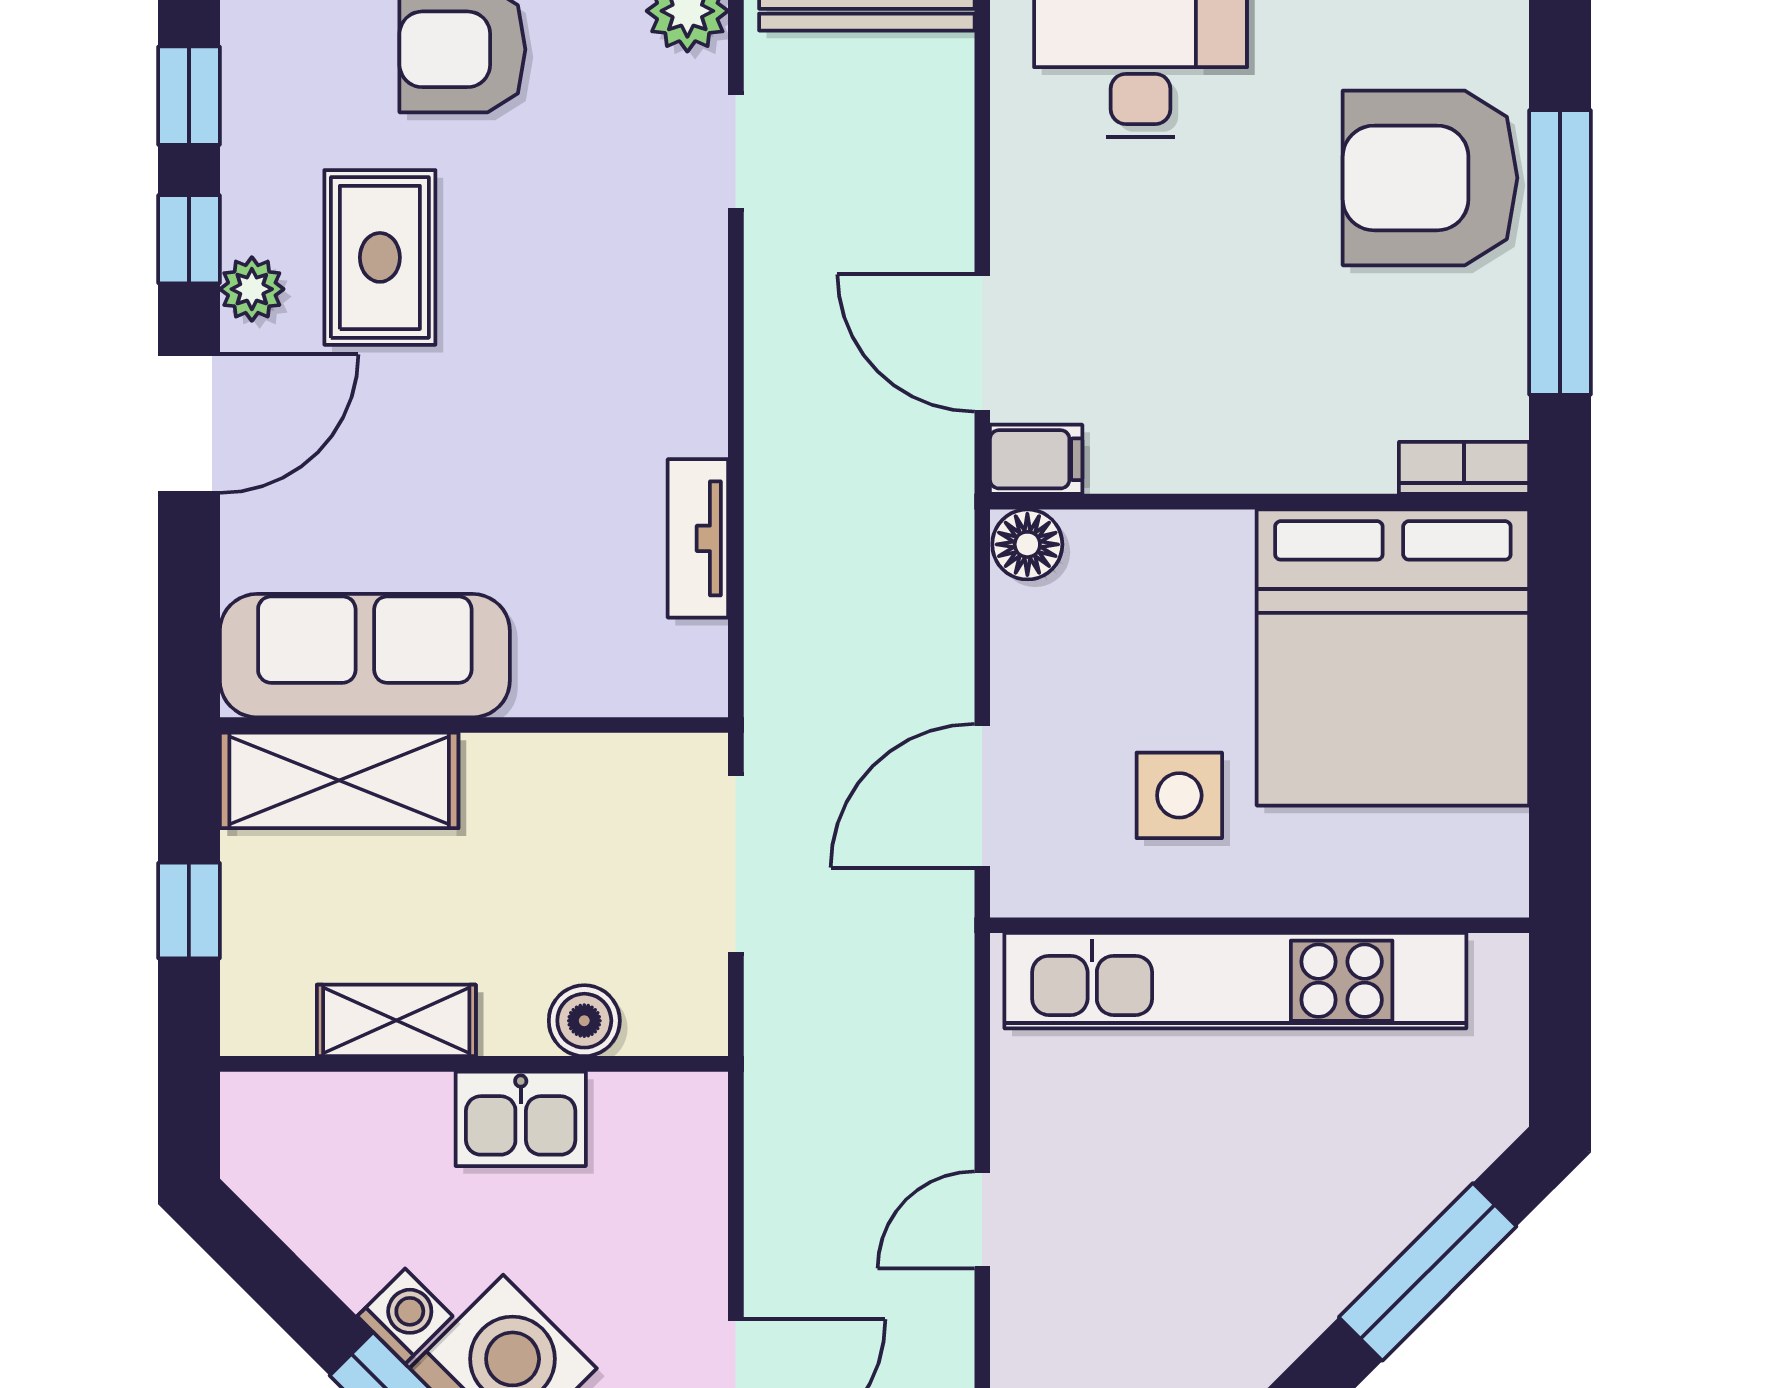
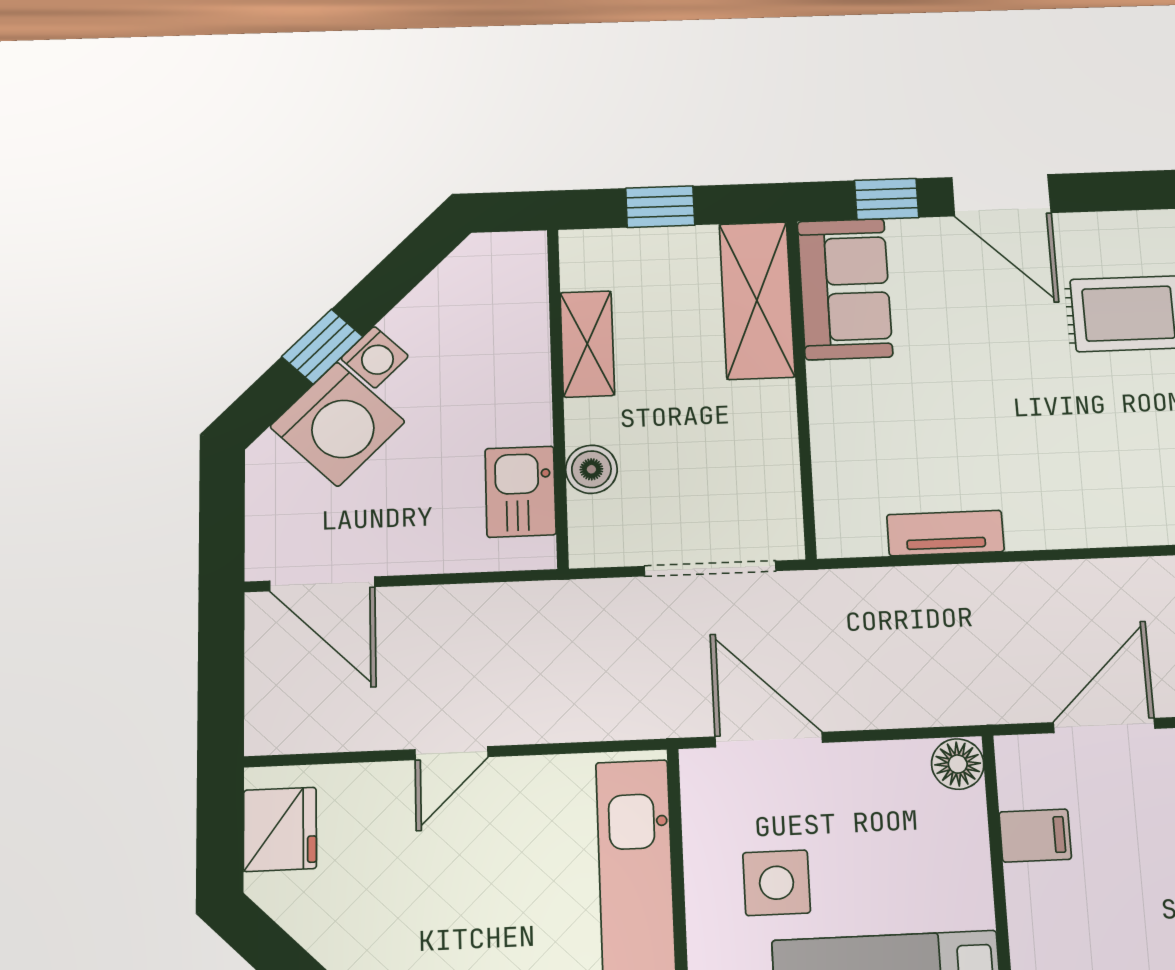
window: (189, 239) -> (887, 199), moved
plant: (252, 289) -> (1099, 232), removed
filing cabinet: (1036, 459) -> (1035, 836), moved, turned -90
sofa: (365, 656) -> (845, 289), width x0.73
kitchen sink: (521, 1119) -> (521, 492), moved
door: (982, 1220) -> (452, 753), swing flipped

